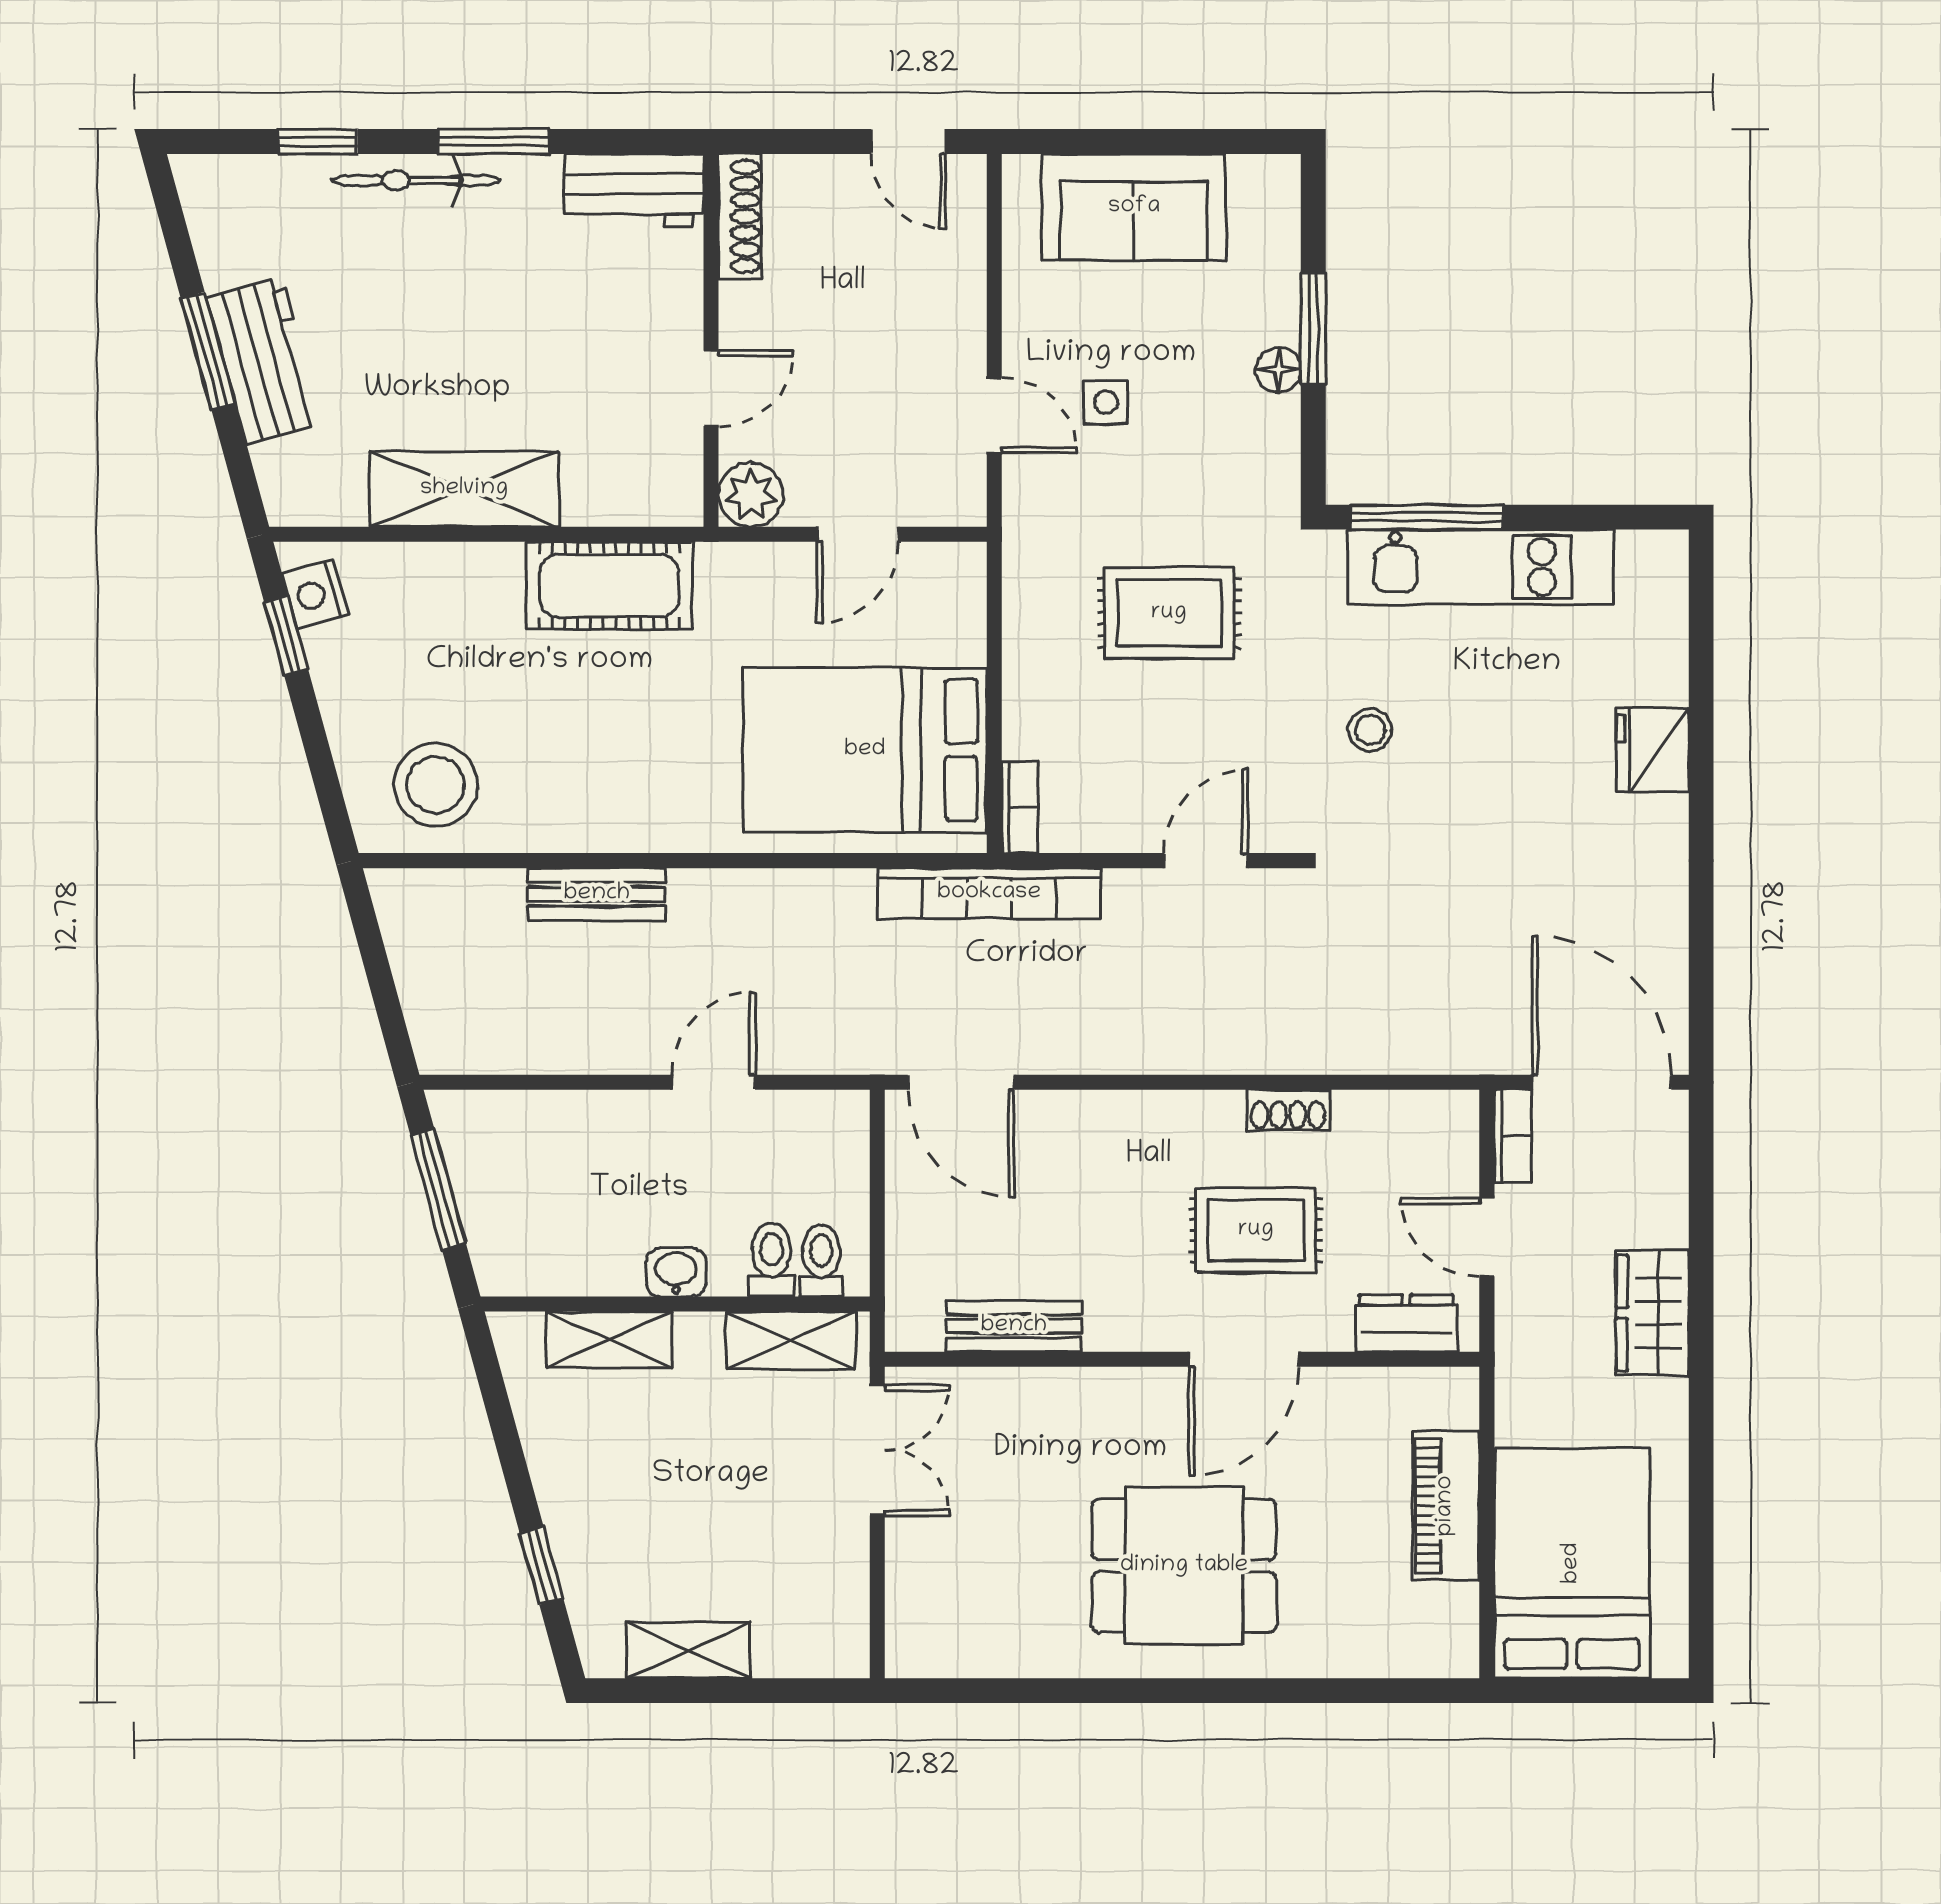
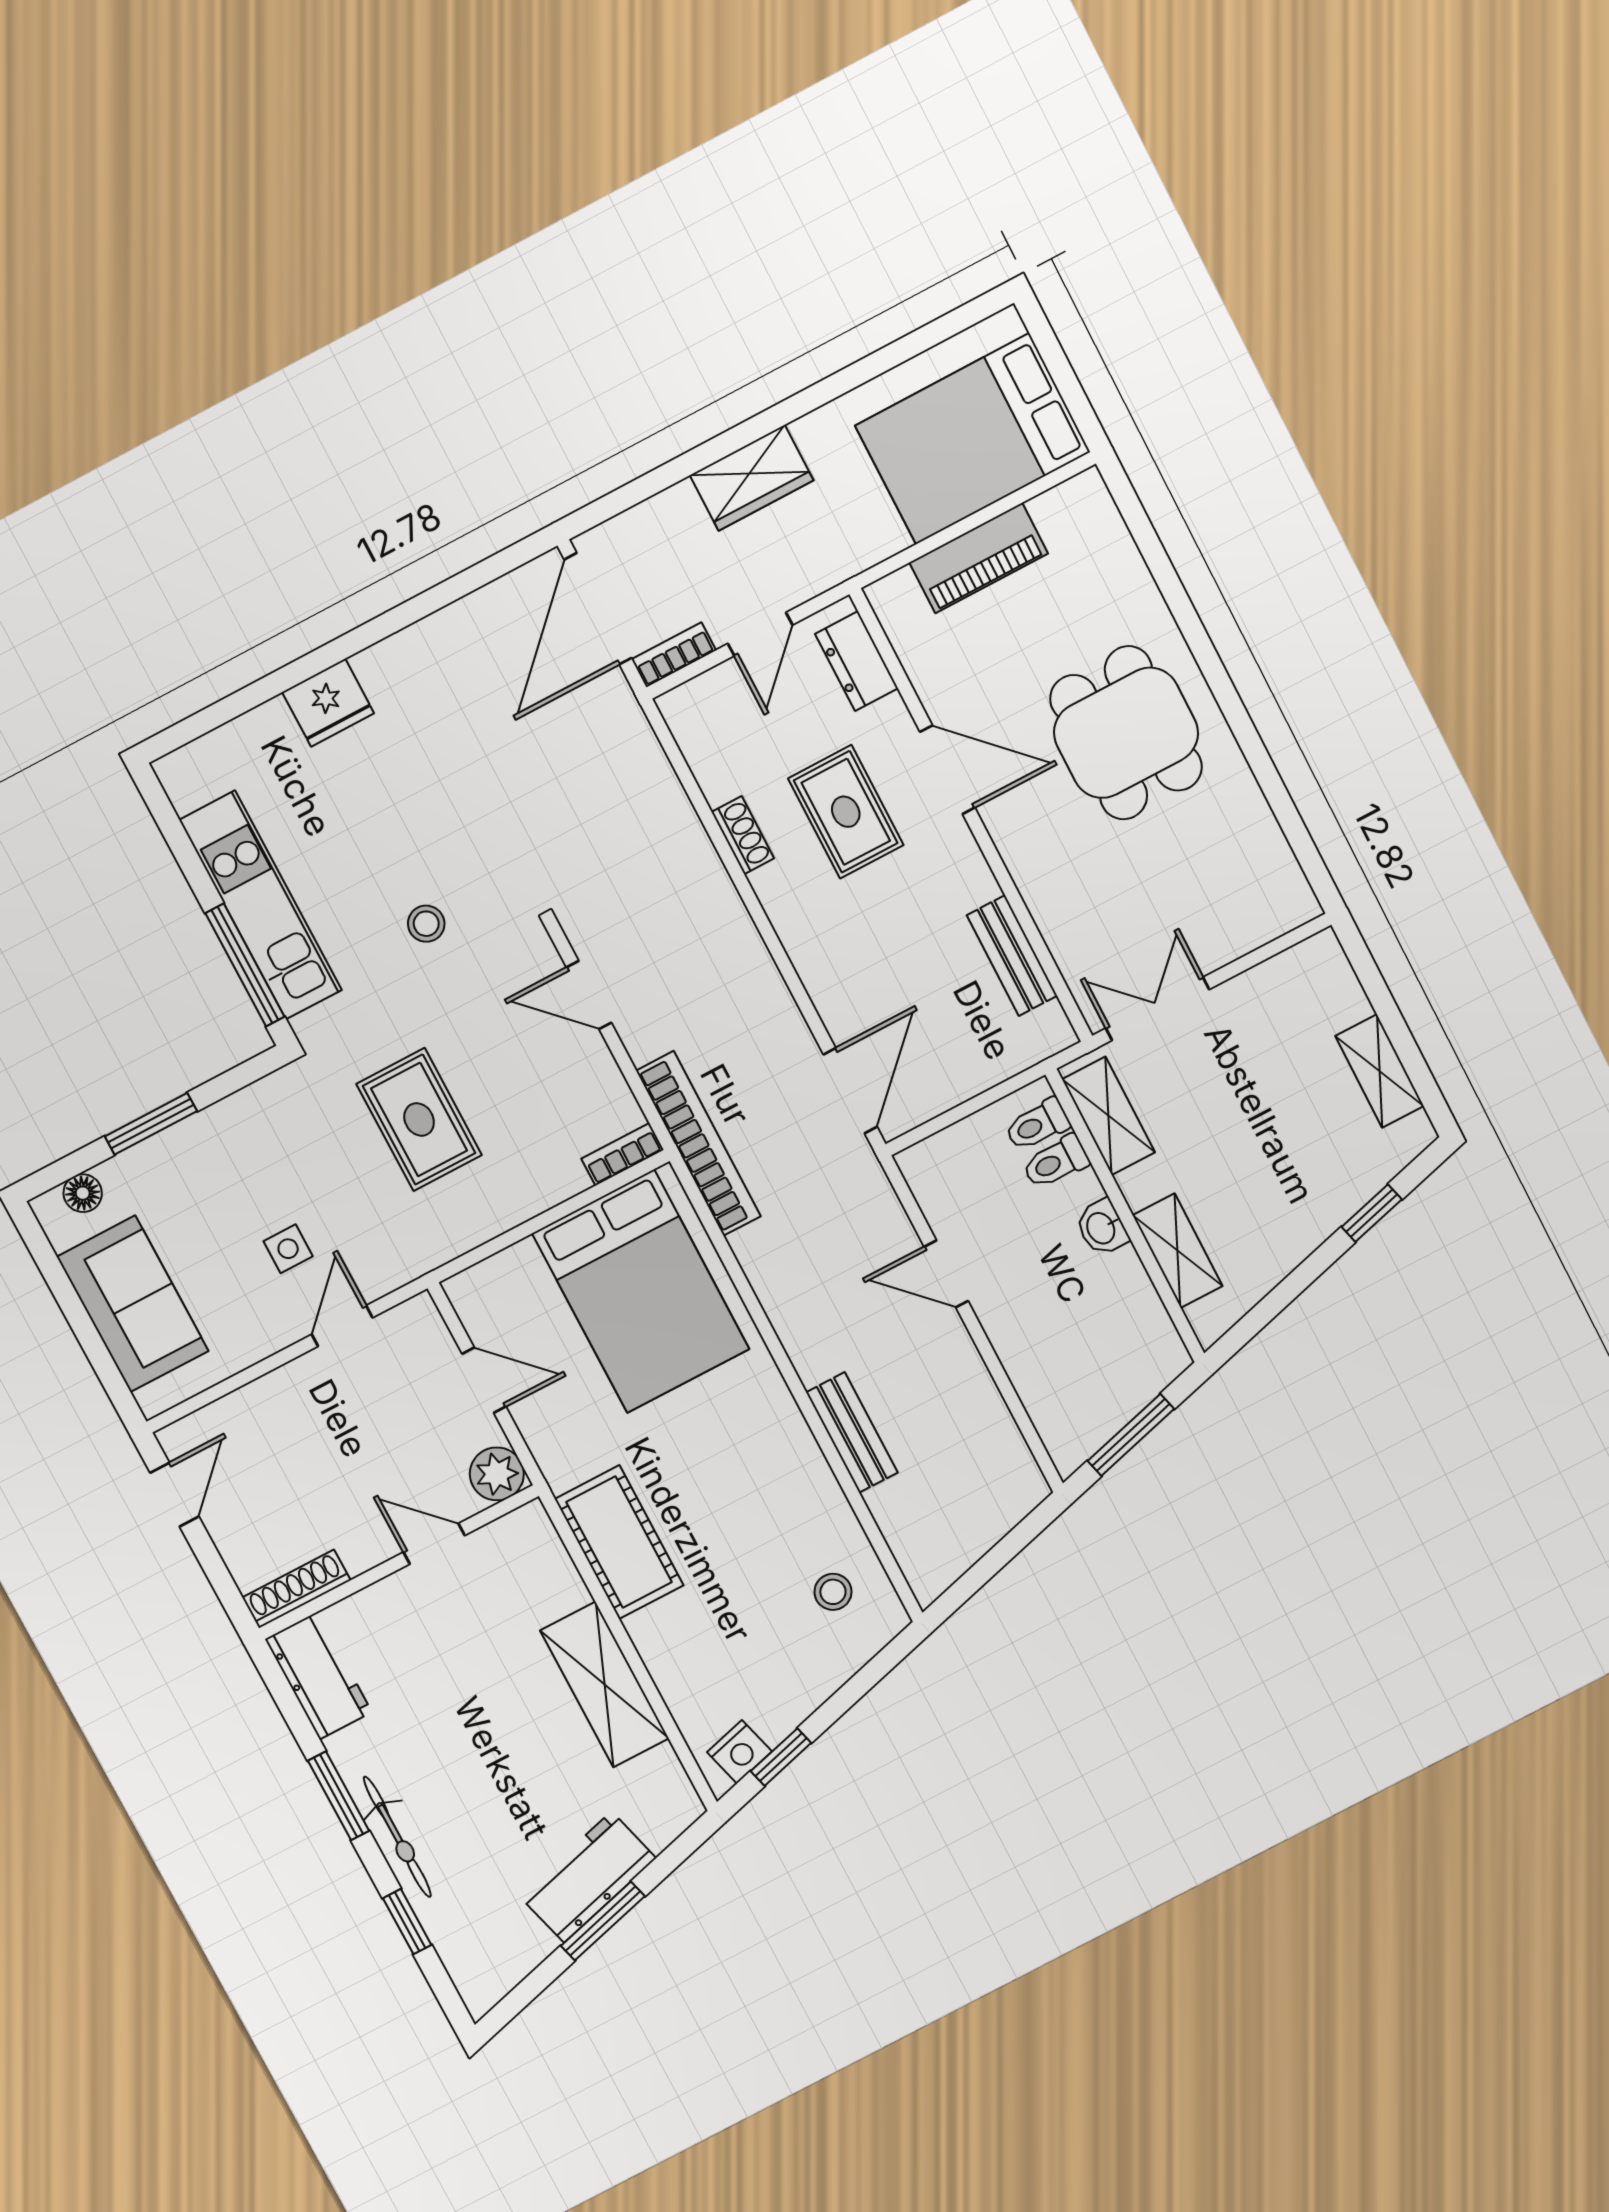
floor lamp: (1278, 370) -> (83, 1193), moved
stool: (436, 785) -> (833, 1592), width x0.53, depth x0.53

